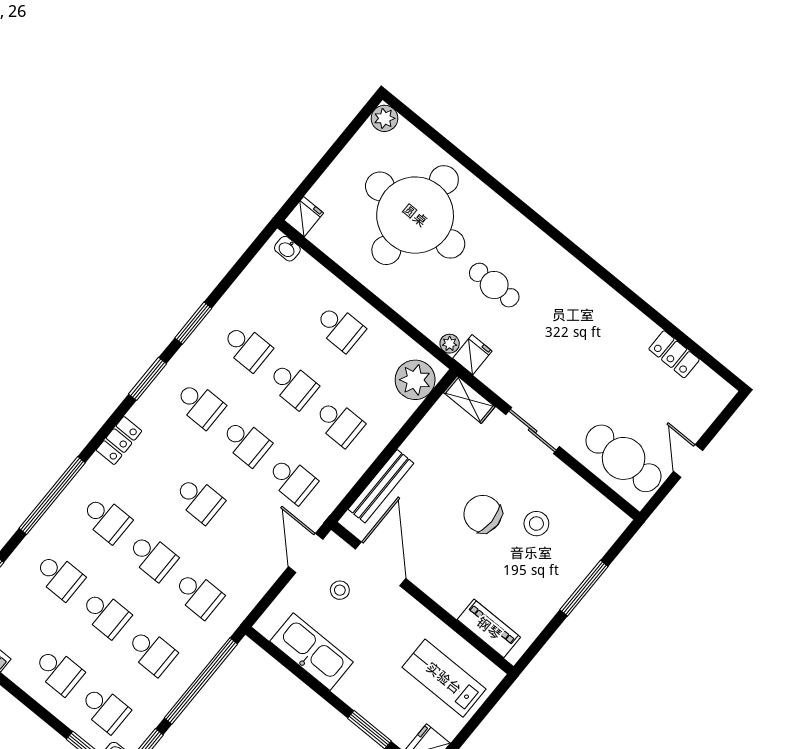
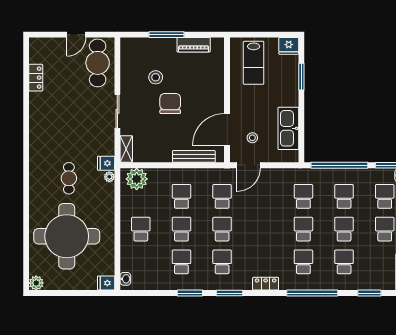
school desk: (199, 499) -> (263, 229), removed
chair: (483, 514) -> (170, 103), turned 180
piano: (489, 628) -> (194, 45), moved, turned -90

